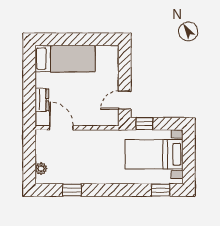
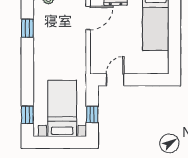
door: (125, 100) -> (115, 80), hinge flipped
window: (144, 124) -> (92, 114), moved

